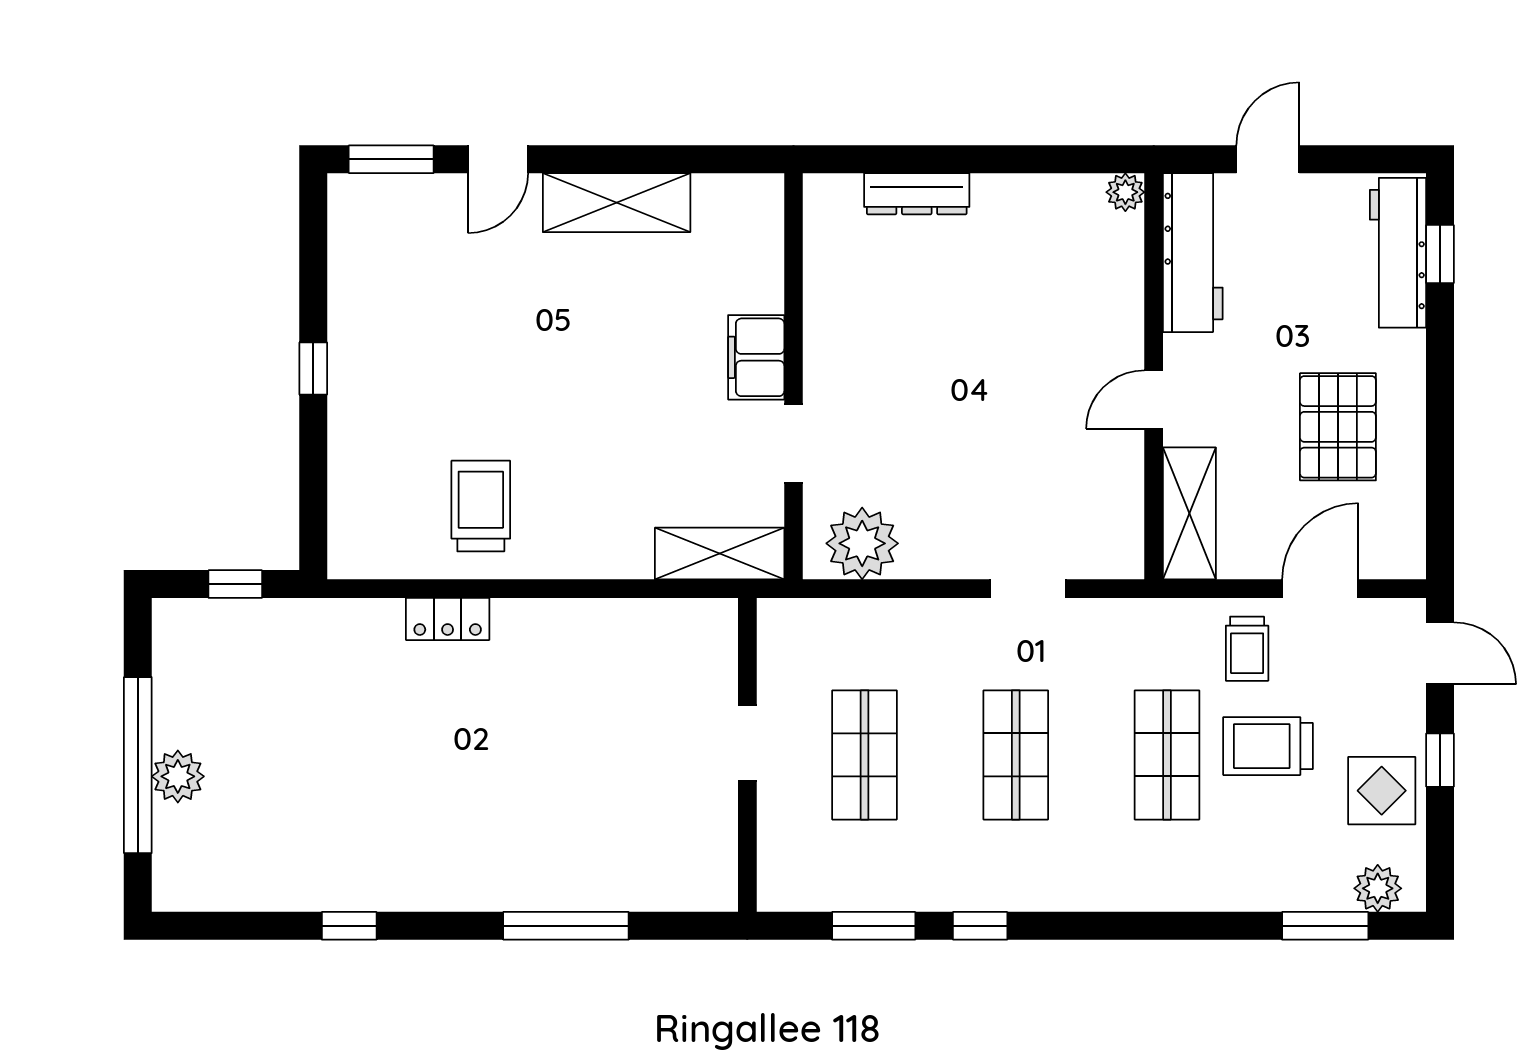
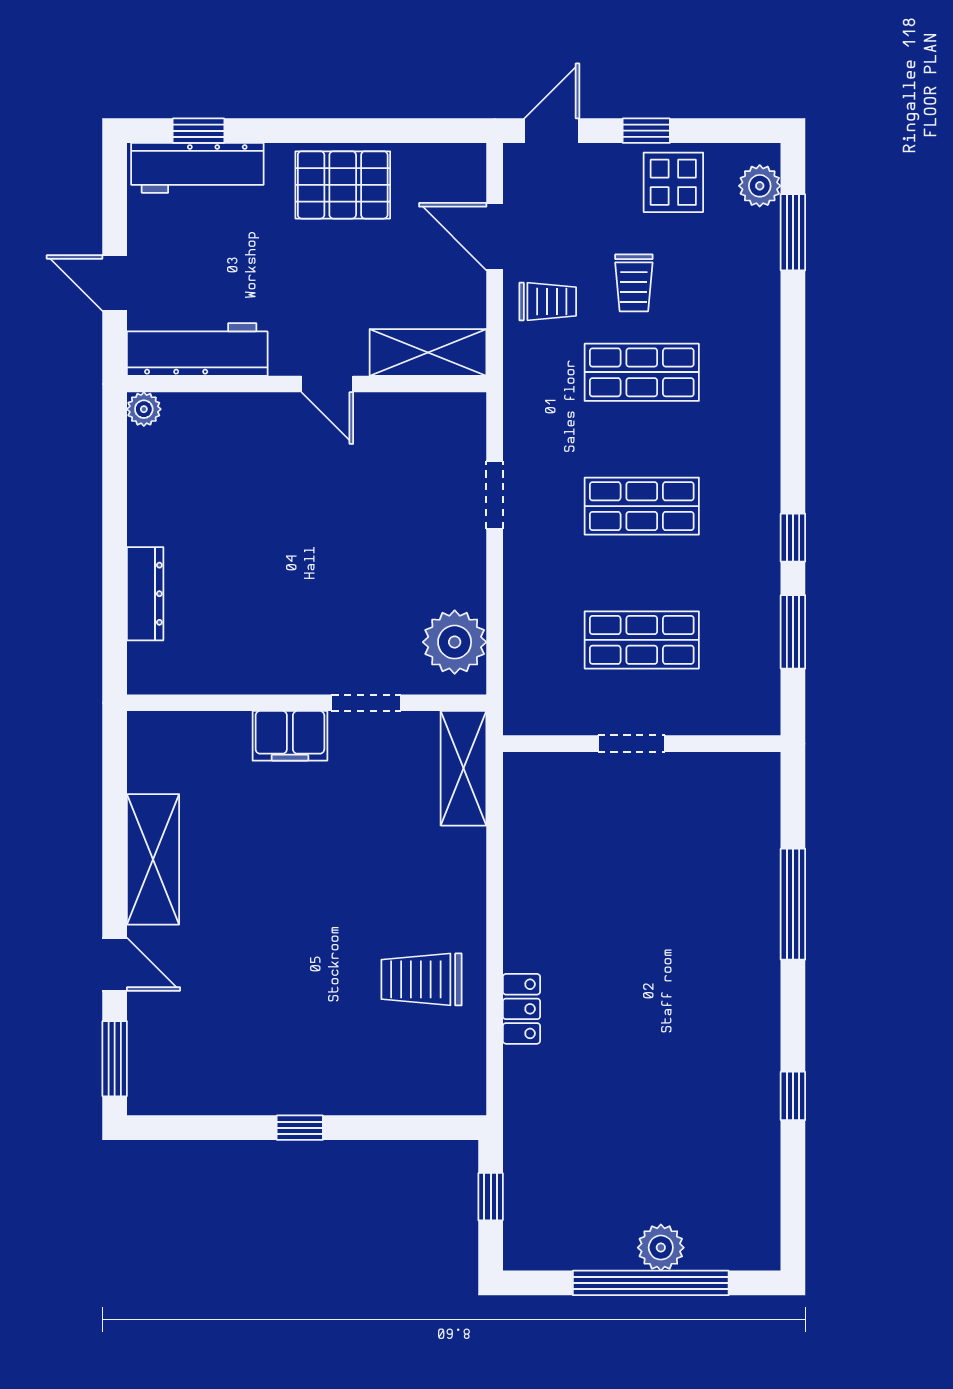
pallet: (1338, 427) -> (343, 185), moved
trolley: (1268, 746) -> (634, 283), width x0.73, depth x0.72

